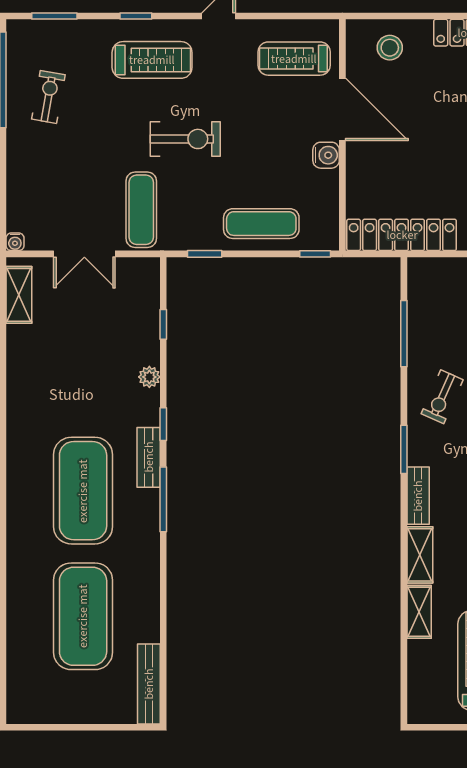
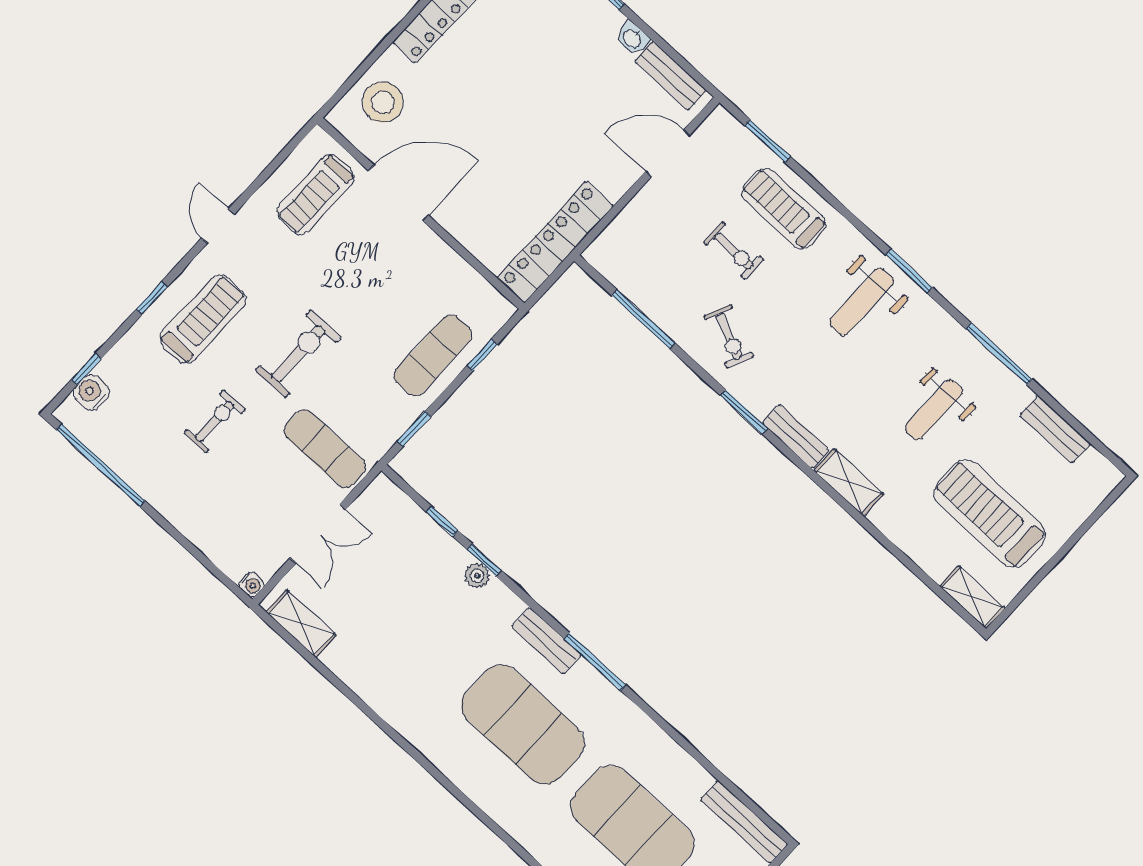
window: (54, 16) -> (86, 369), width x0.67
stool: (390, 48) -> (383, 102), width x1.38, depth x1.38
exercise bike: (48, 97) -> (215, 421), moved, turned 80
water cooler: (326, 155) -> (91, 392), moved, turned -90
window: (315, 254) -> (482, 355), moved
window: (163, 424) -> (484, 560), moved
shelving: (419, 612) -> (972, 597), moved

